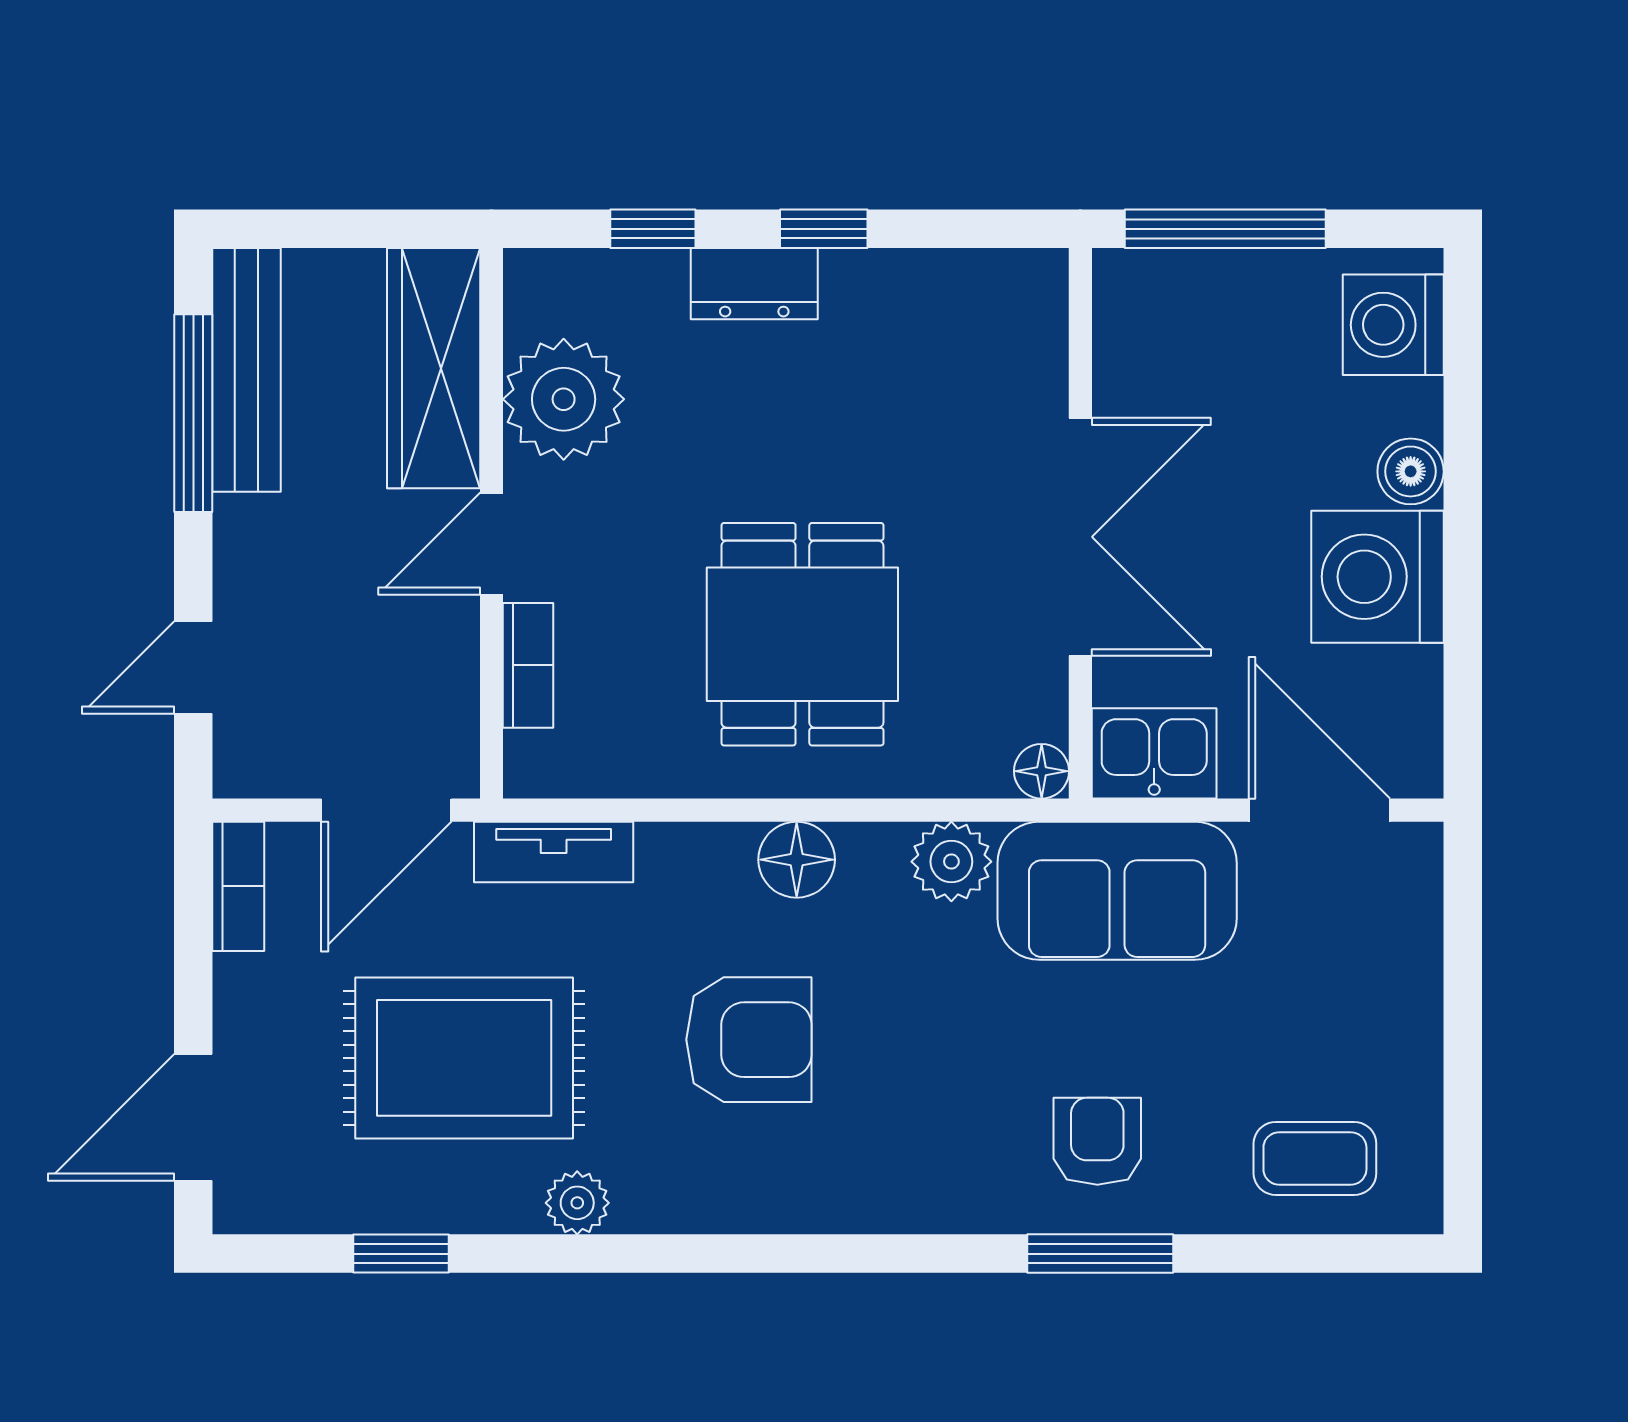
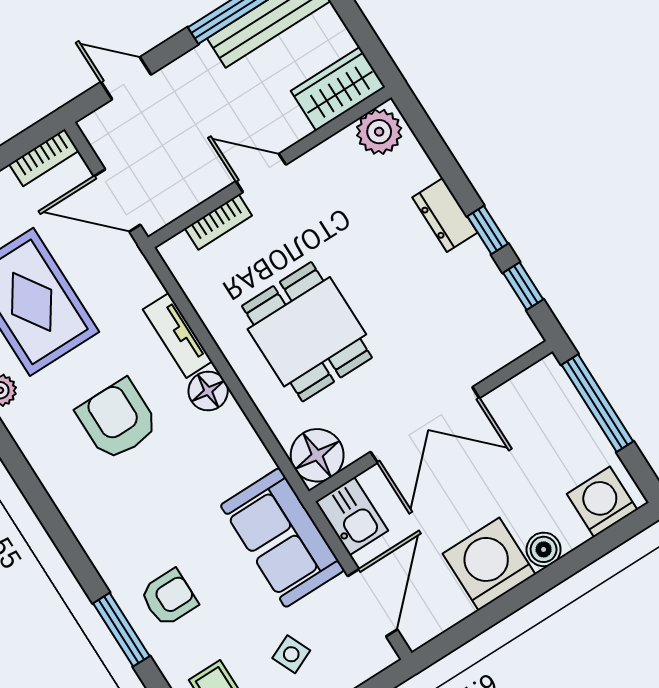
window: (653, 229) -> (523, 286), moved
wardrobe: (434, 368) -> (338, 89), width x0.67
plant: (564, 399) -> (379, 132), moved, width x0.73, depth x0.73
dining table: (802, 634) -> (307, 332), turned 90
floor lamp: (1042, 771) -> (317, 455), width x1.89, depth x1.89
tv unit: (554, 852) -> (178, 335), moved
plant: (951, 862) -> (250, 458), removed
side table: (1319, 998) -> (291, 654), added
armchair: (749, 1040) -> (117, 420), turned 180

